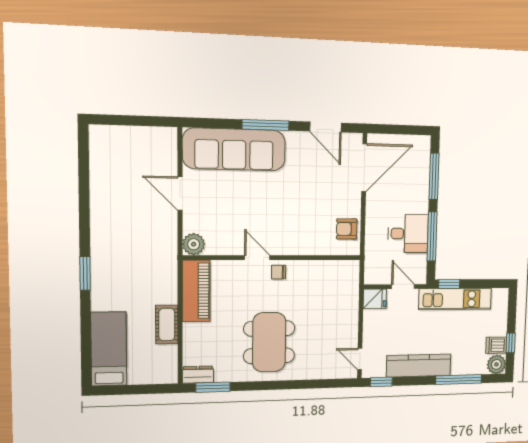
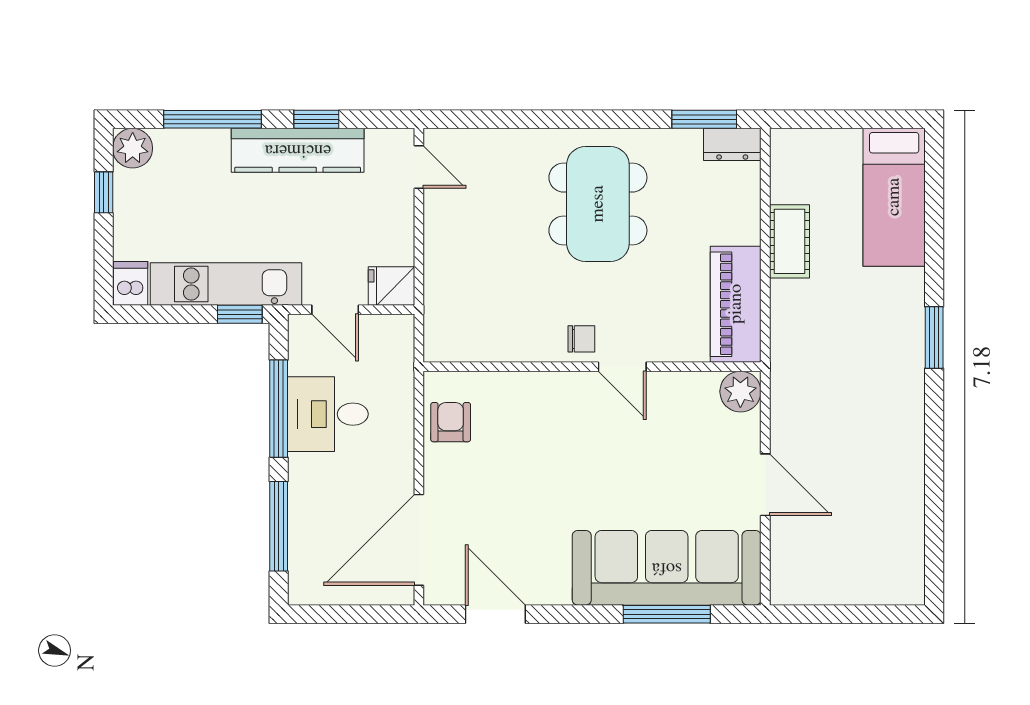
window: (266, 125) -> (667, 614), moved
armchair: (347, 229) -> (451, 422), turned -90
dishwasher: (496, 345) -> (130, 283), moved, turned -90
window: (381, 382) -> (316, 119), moved

